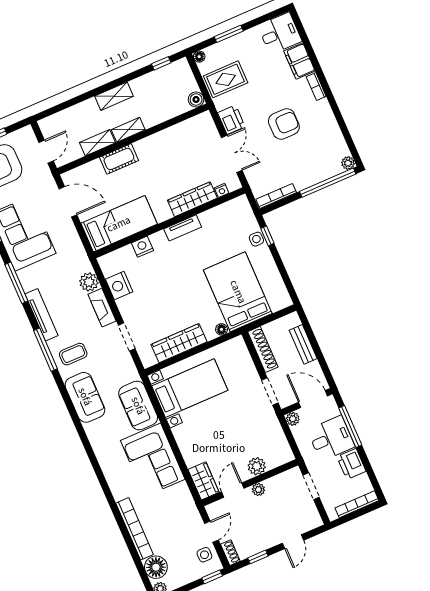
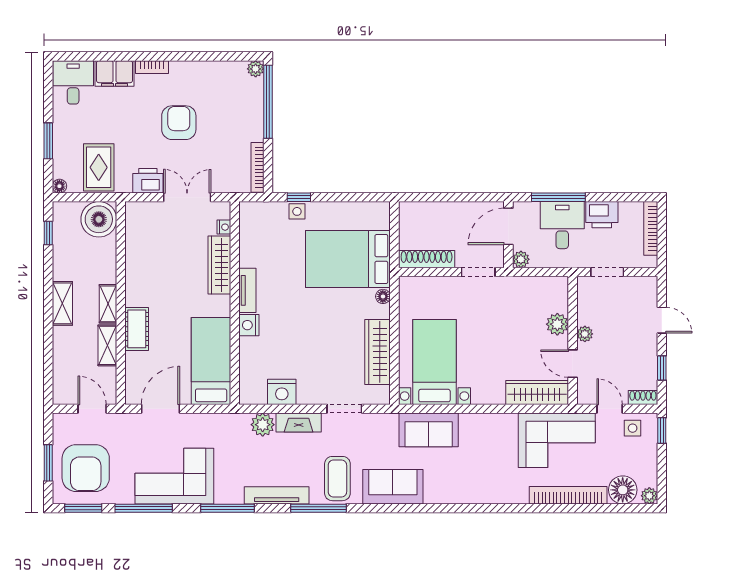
boiler: (196, 100) -> (99, 219), width x1.86, depth x1.86
nightstand: (142, 247) -> (249, 325), moved
bench: (303, 344) -> (441, 210), removed
coffee table: (73, 354) -> (337, 479), width x1.36, depth x1.30
corner sofa: (153, 460) -> (557, 440), moved
wardrobe: (204, 481) -> (537, 392), width x1.50

